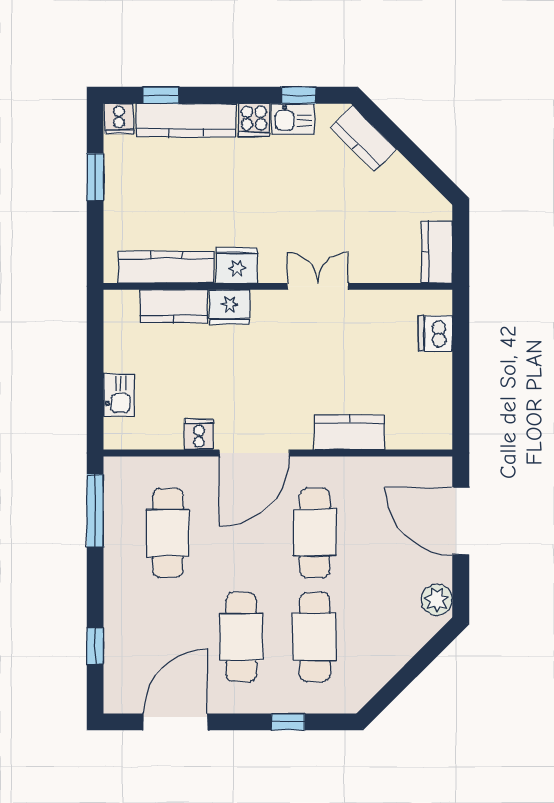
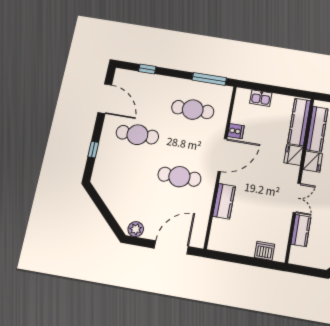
kitchen counter: (437, 252) -> (301, 231), moved, turned 90
kitchen counter: (174, 306) -> (299, 122), width x1.50
door: (254, 453) -> (222, 155), swing flipped
cafe table: (315, 637) -> (130, 168), removed

